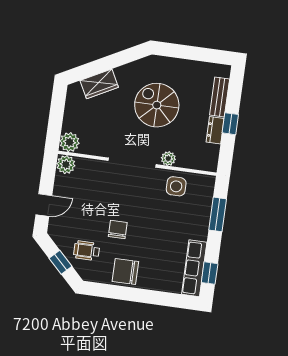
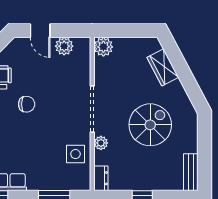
bench: (220, 97) -> (191, 172), moved, turned 90
dresser: (215, 130) -> (101, 178), moved, turned 90
plant: (66, 165) -> (64, 46), moved

